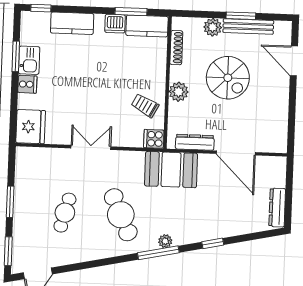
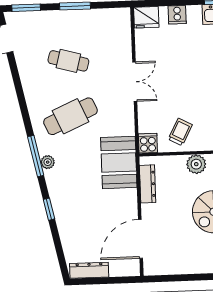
cooker: (27, 84) -> (177, 15), moved
fridge: (31, 127) -> (146, 17), width x0.73, depth x0.75
door: (236, 153) -> (140, 239), moved

